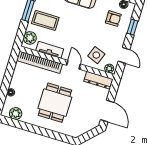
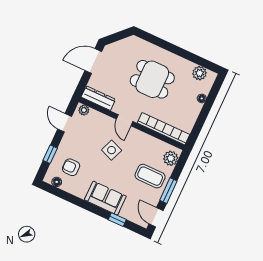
tv unit: (50, 50) -> (150, 141), removed
side table: (96, 55) -> (112, 150), moved
dining table: (55, 103) -> (152, 79), turned 90
door: (107, 111) -> (93, 61), hinge flipped

